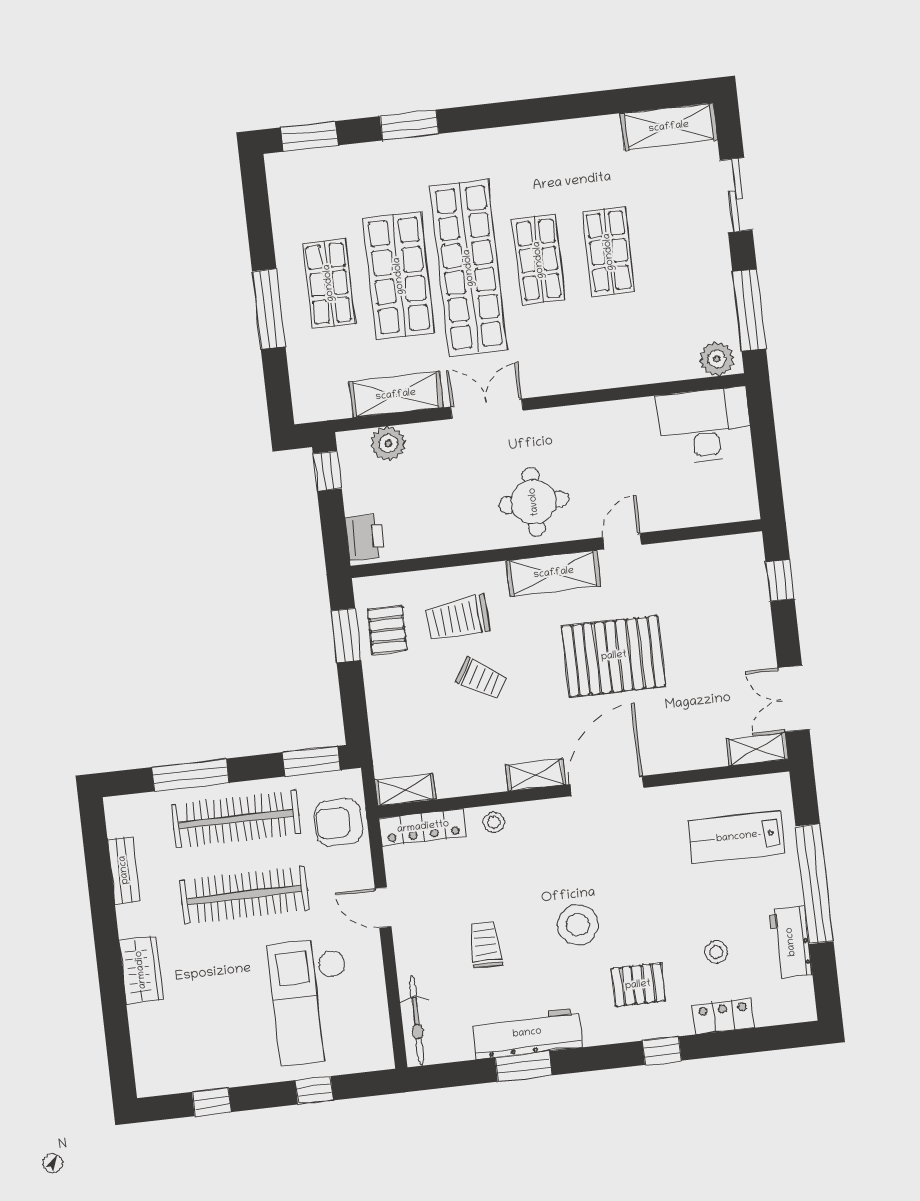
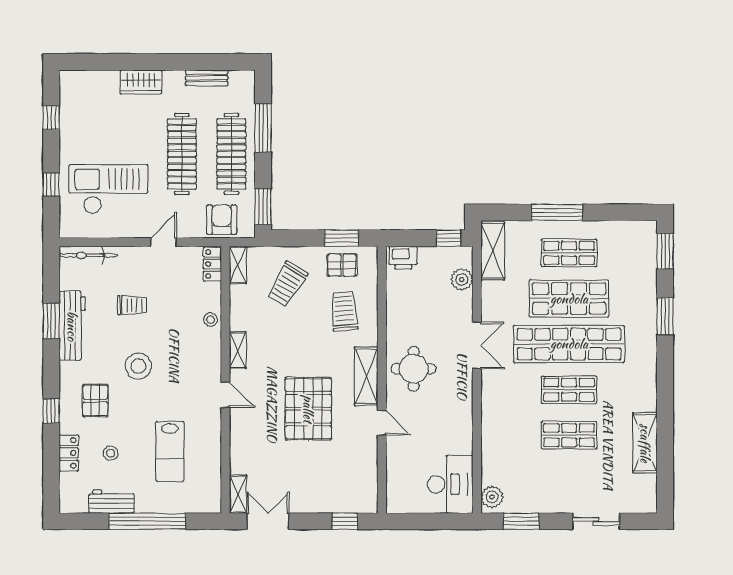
shelving: (669, 127) -> (645, 443), moved
window: (749, 310) -> (521, 521), width x0.69
shelving: (396, 395) -> (493, 251), moved
trolley: (482, 679) -> (287, 284), moved, width x1.36, depth x1.39
door: (607, 786) -> (225, 395), width x0.53
locker: (423, 827) -> (212, 264), width x0.66
lab bench: (737, 837) -> (170, 451), moved, turned 180

